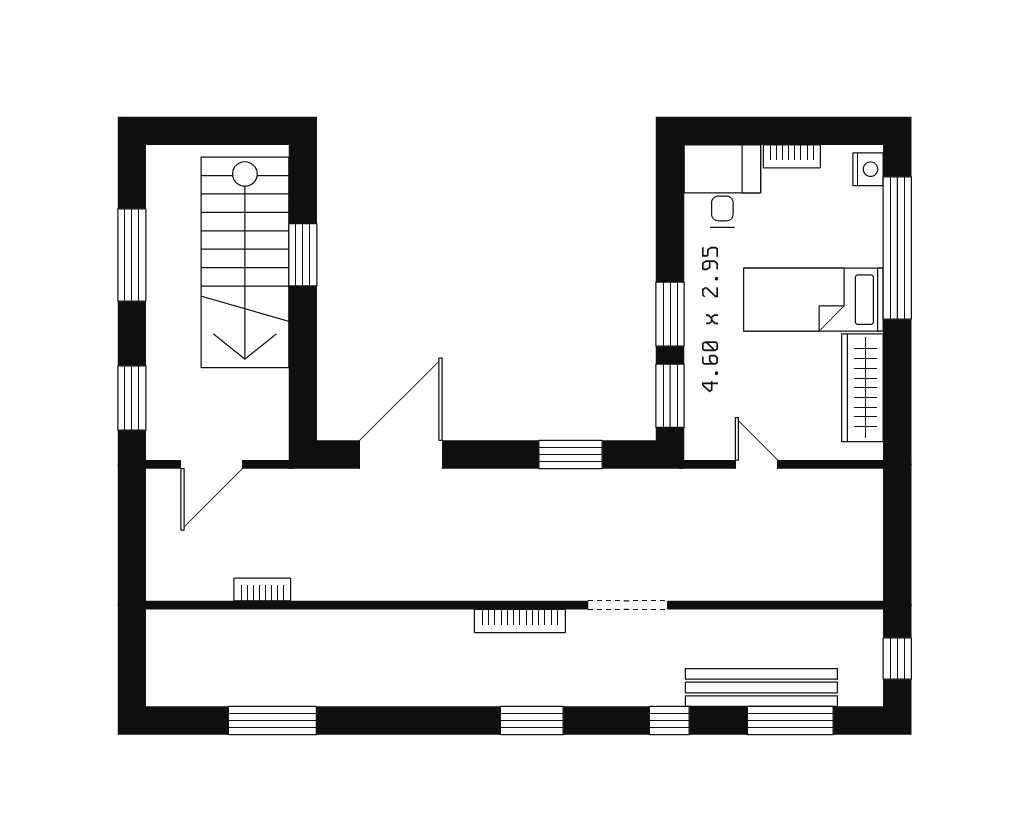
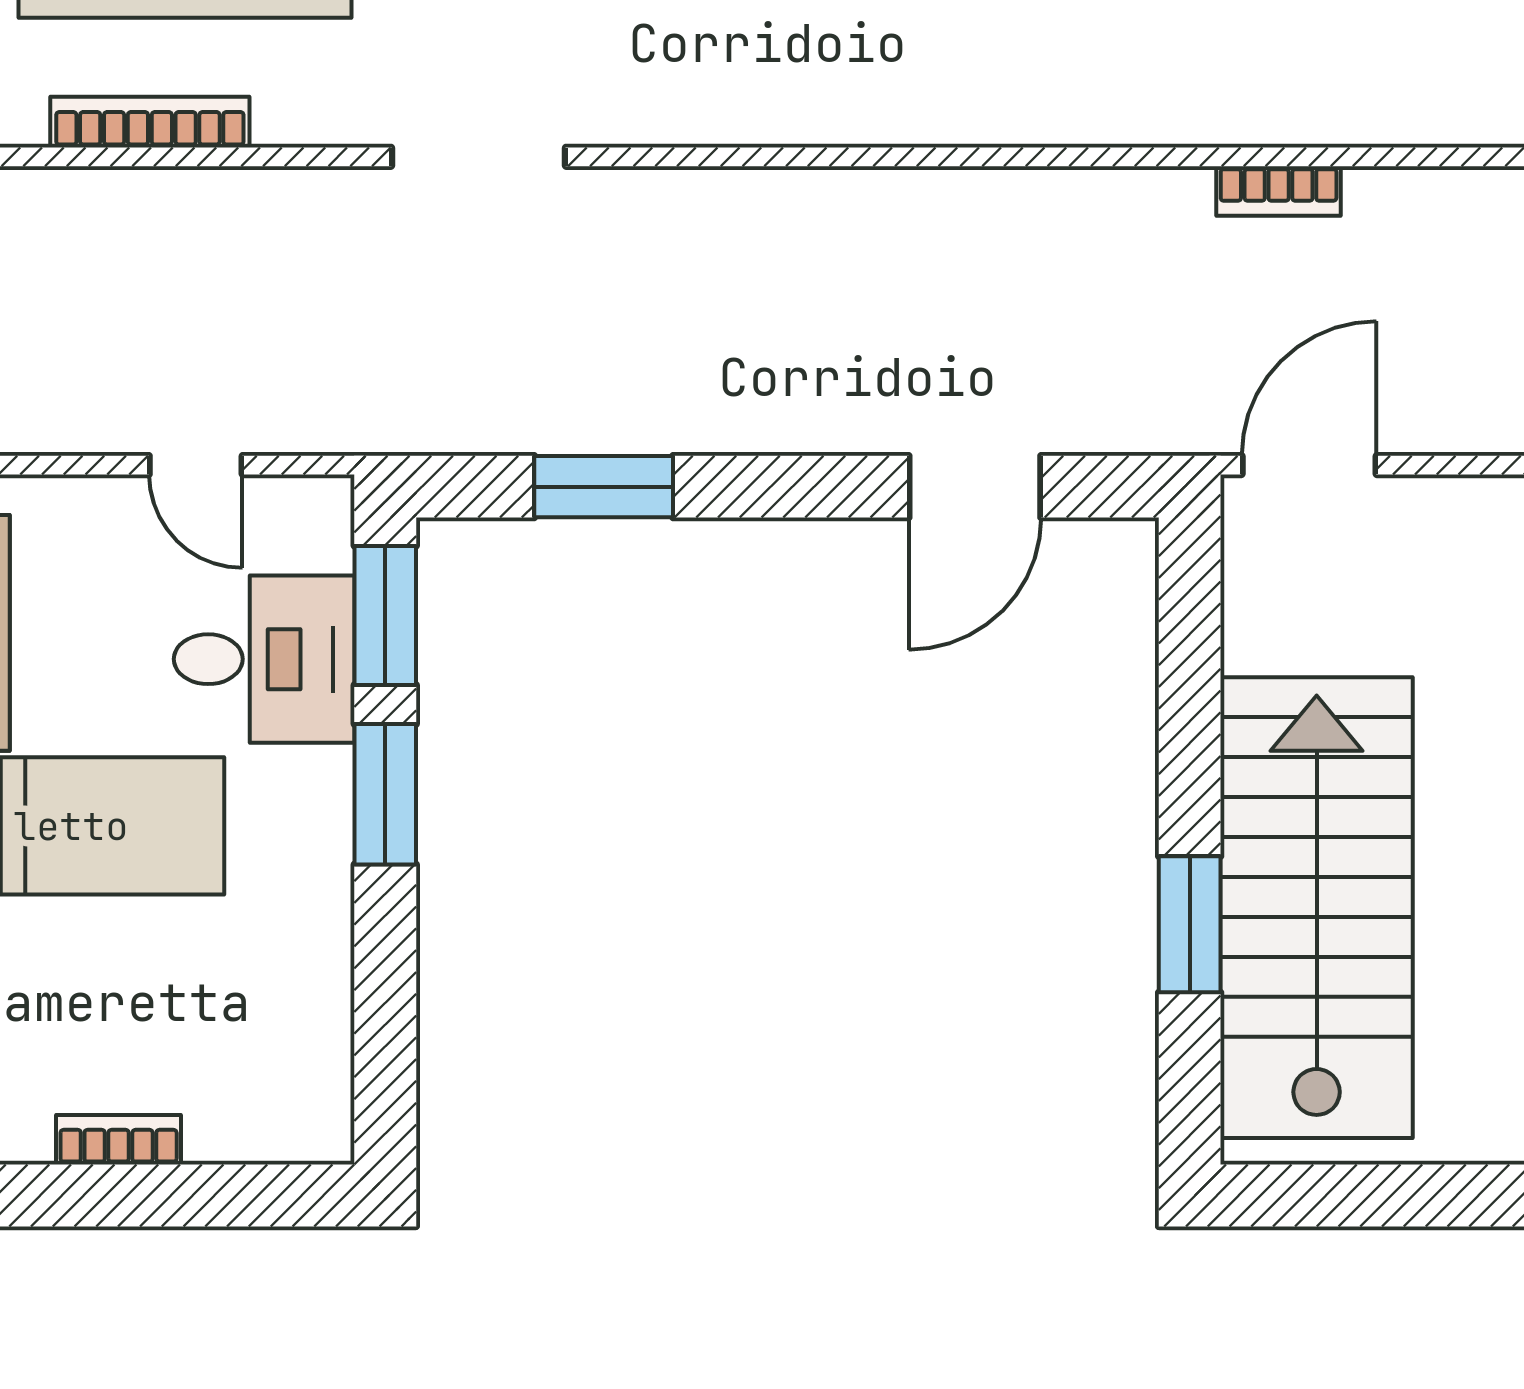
desk: (722, 186) -> (264, 659), moved, turned -90
door: (401, 455) -> (975, 487), width x0.73
door: (212, 464) -> (1309, 465), moved
bookcase: (520, 621) -> (150, 122), moved

